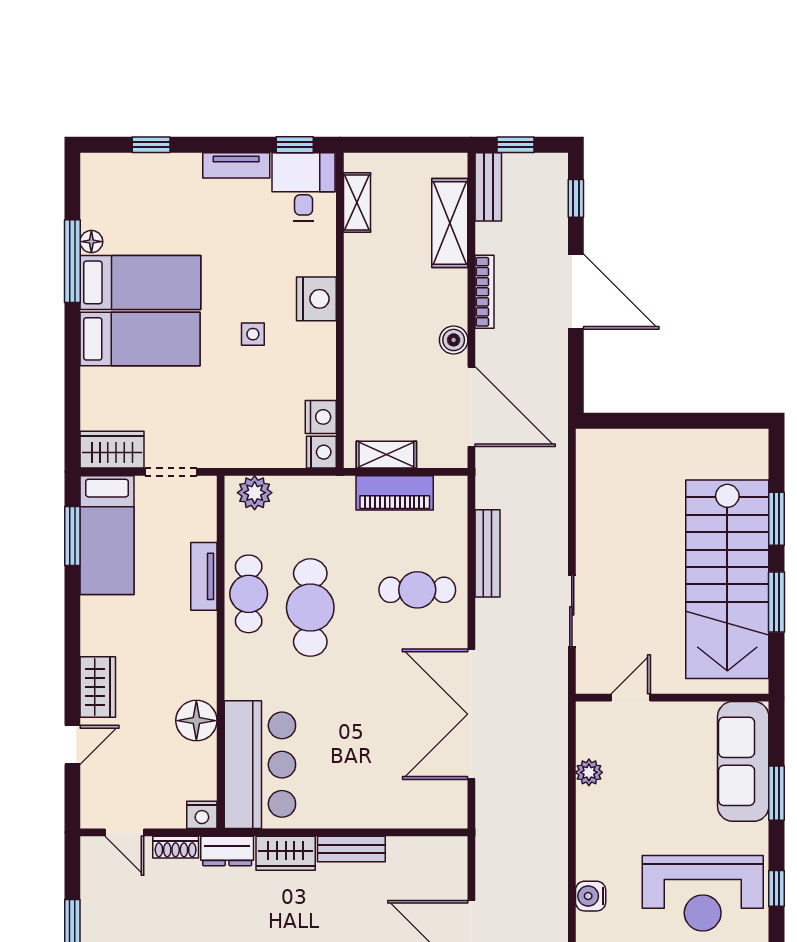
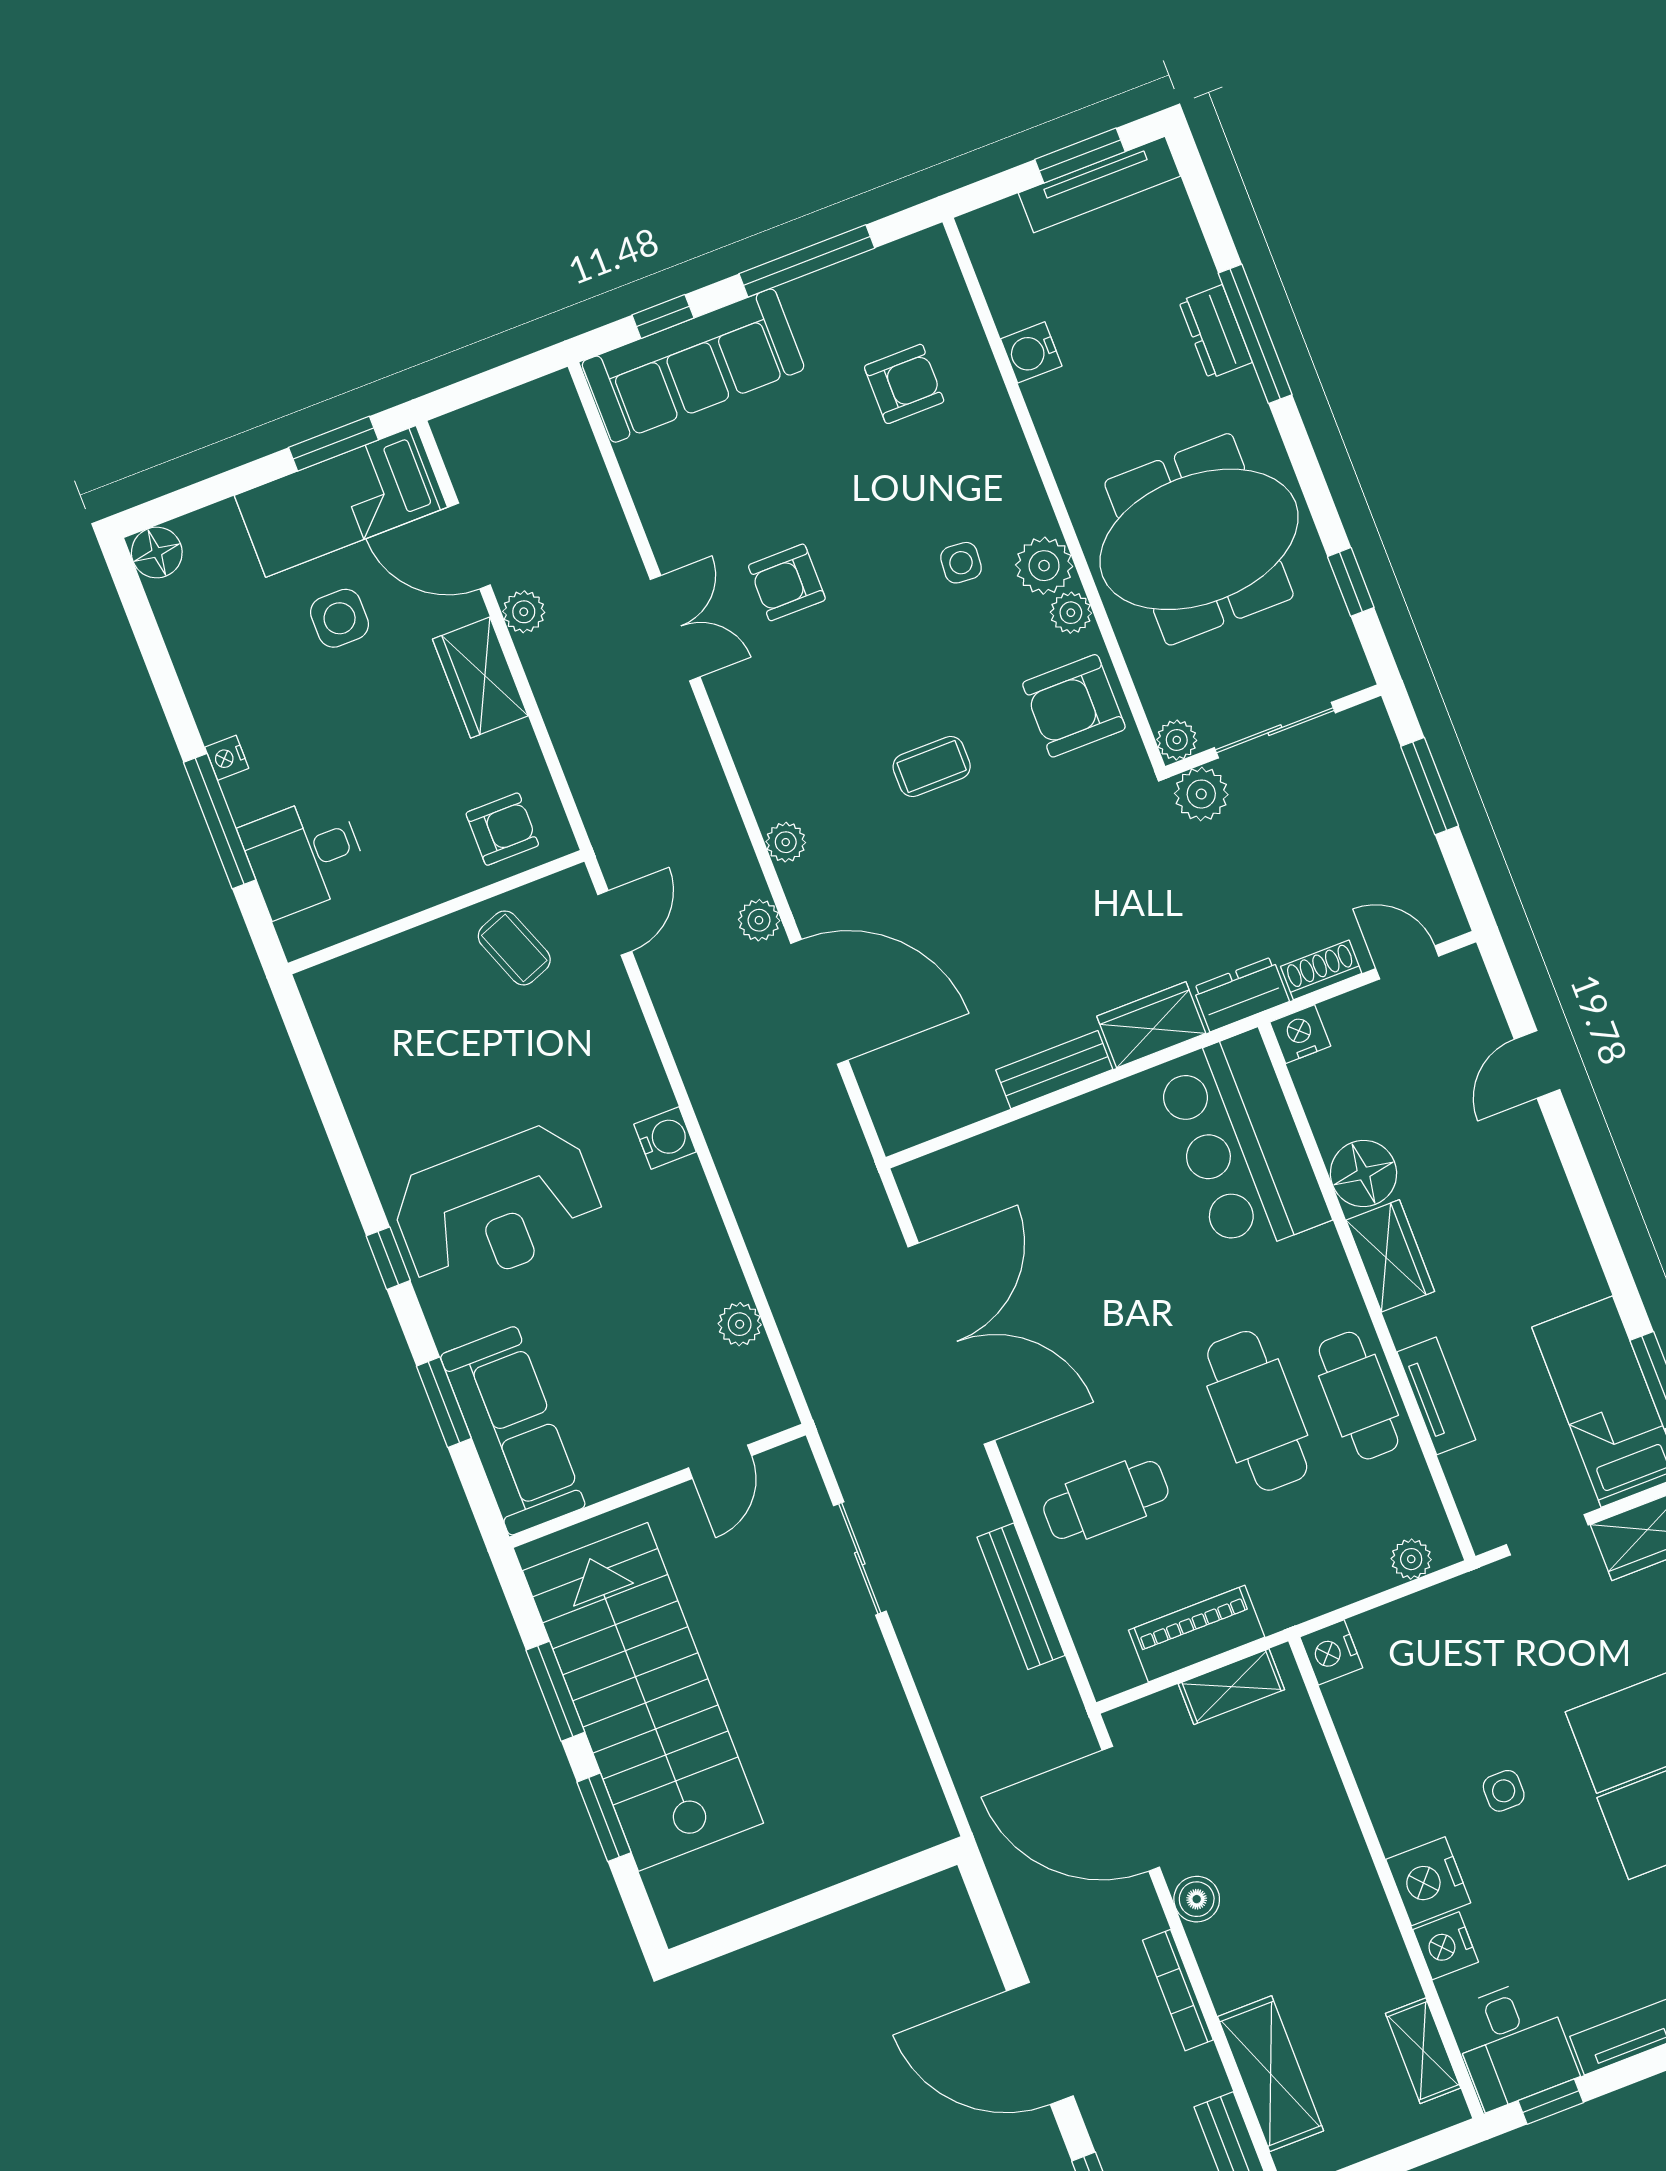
nightstand: (321, 417) -> (1446, 1946), moved
plant: (255, 493) -> (1411, 1559), width x0.73, depth x0.73
wardrobe: (98, 687) -> (1390, 1256), moved, turned 180
reception desk: (703, 893) -> (497, 1208), turned 180

